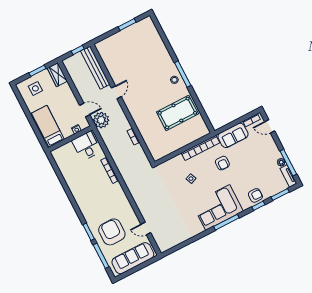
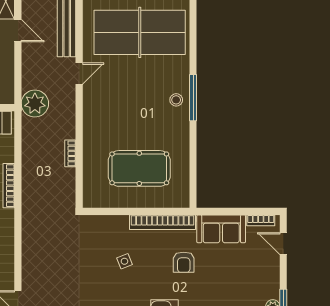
table tennis table: (137, 54) -> (140, 32), added
door: (85, 110) -> (18, 31), moved
pool table: (177, 113) -> (139, 168), moved

